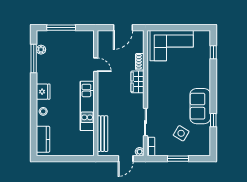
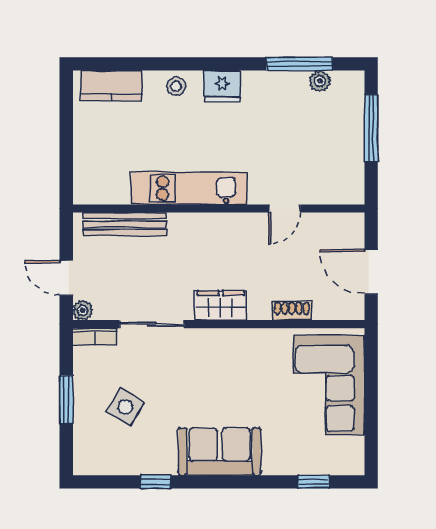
wardrobe: (137, 82) -> (221, 305), moved
sofa: (200, 106) -> (220, 452), moved

